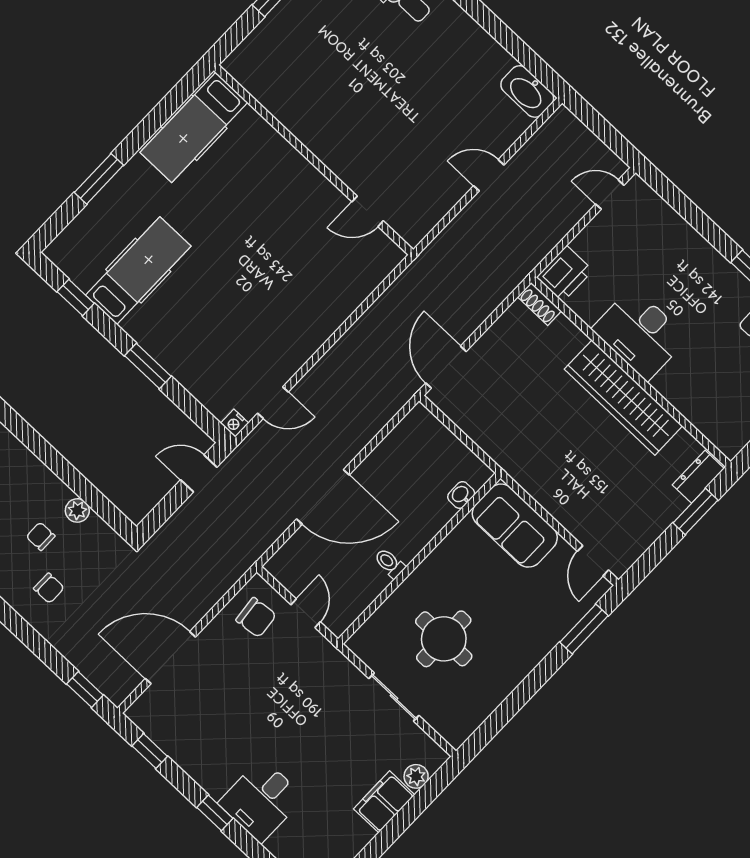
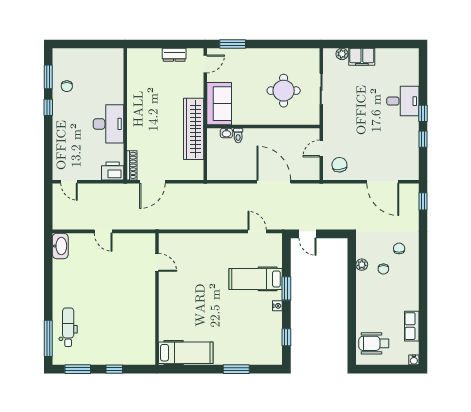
hospital bed: (138, 271) -> (256, 279), moved
shoe rack: (539, 304) -> (132, 165), width x1.43
door: (446, 367) -> (152, 182), moved
wardrobe: (623, 398) -> (194, 129), moved, turned 180
nightstand: (235, 423) -> (277, 306), moved
dresser: (698, 477) -> (174, 55), moved
window: (695, 511) -> (153, 44), removed
toilet: (390, 563) -> (238, 135), moved
window: (150, 751) -> (423, 139), moved

